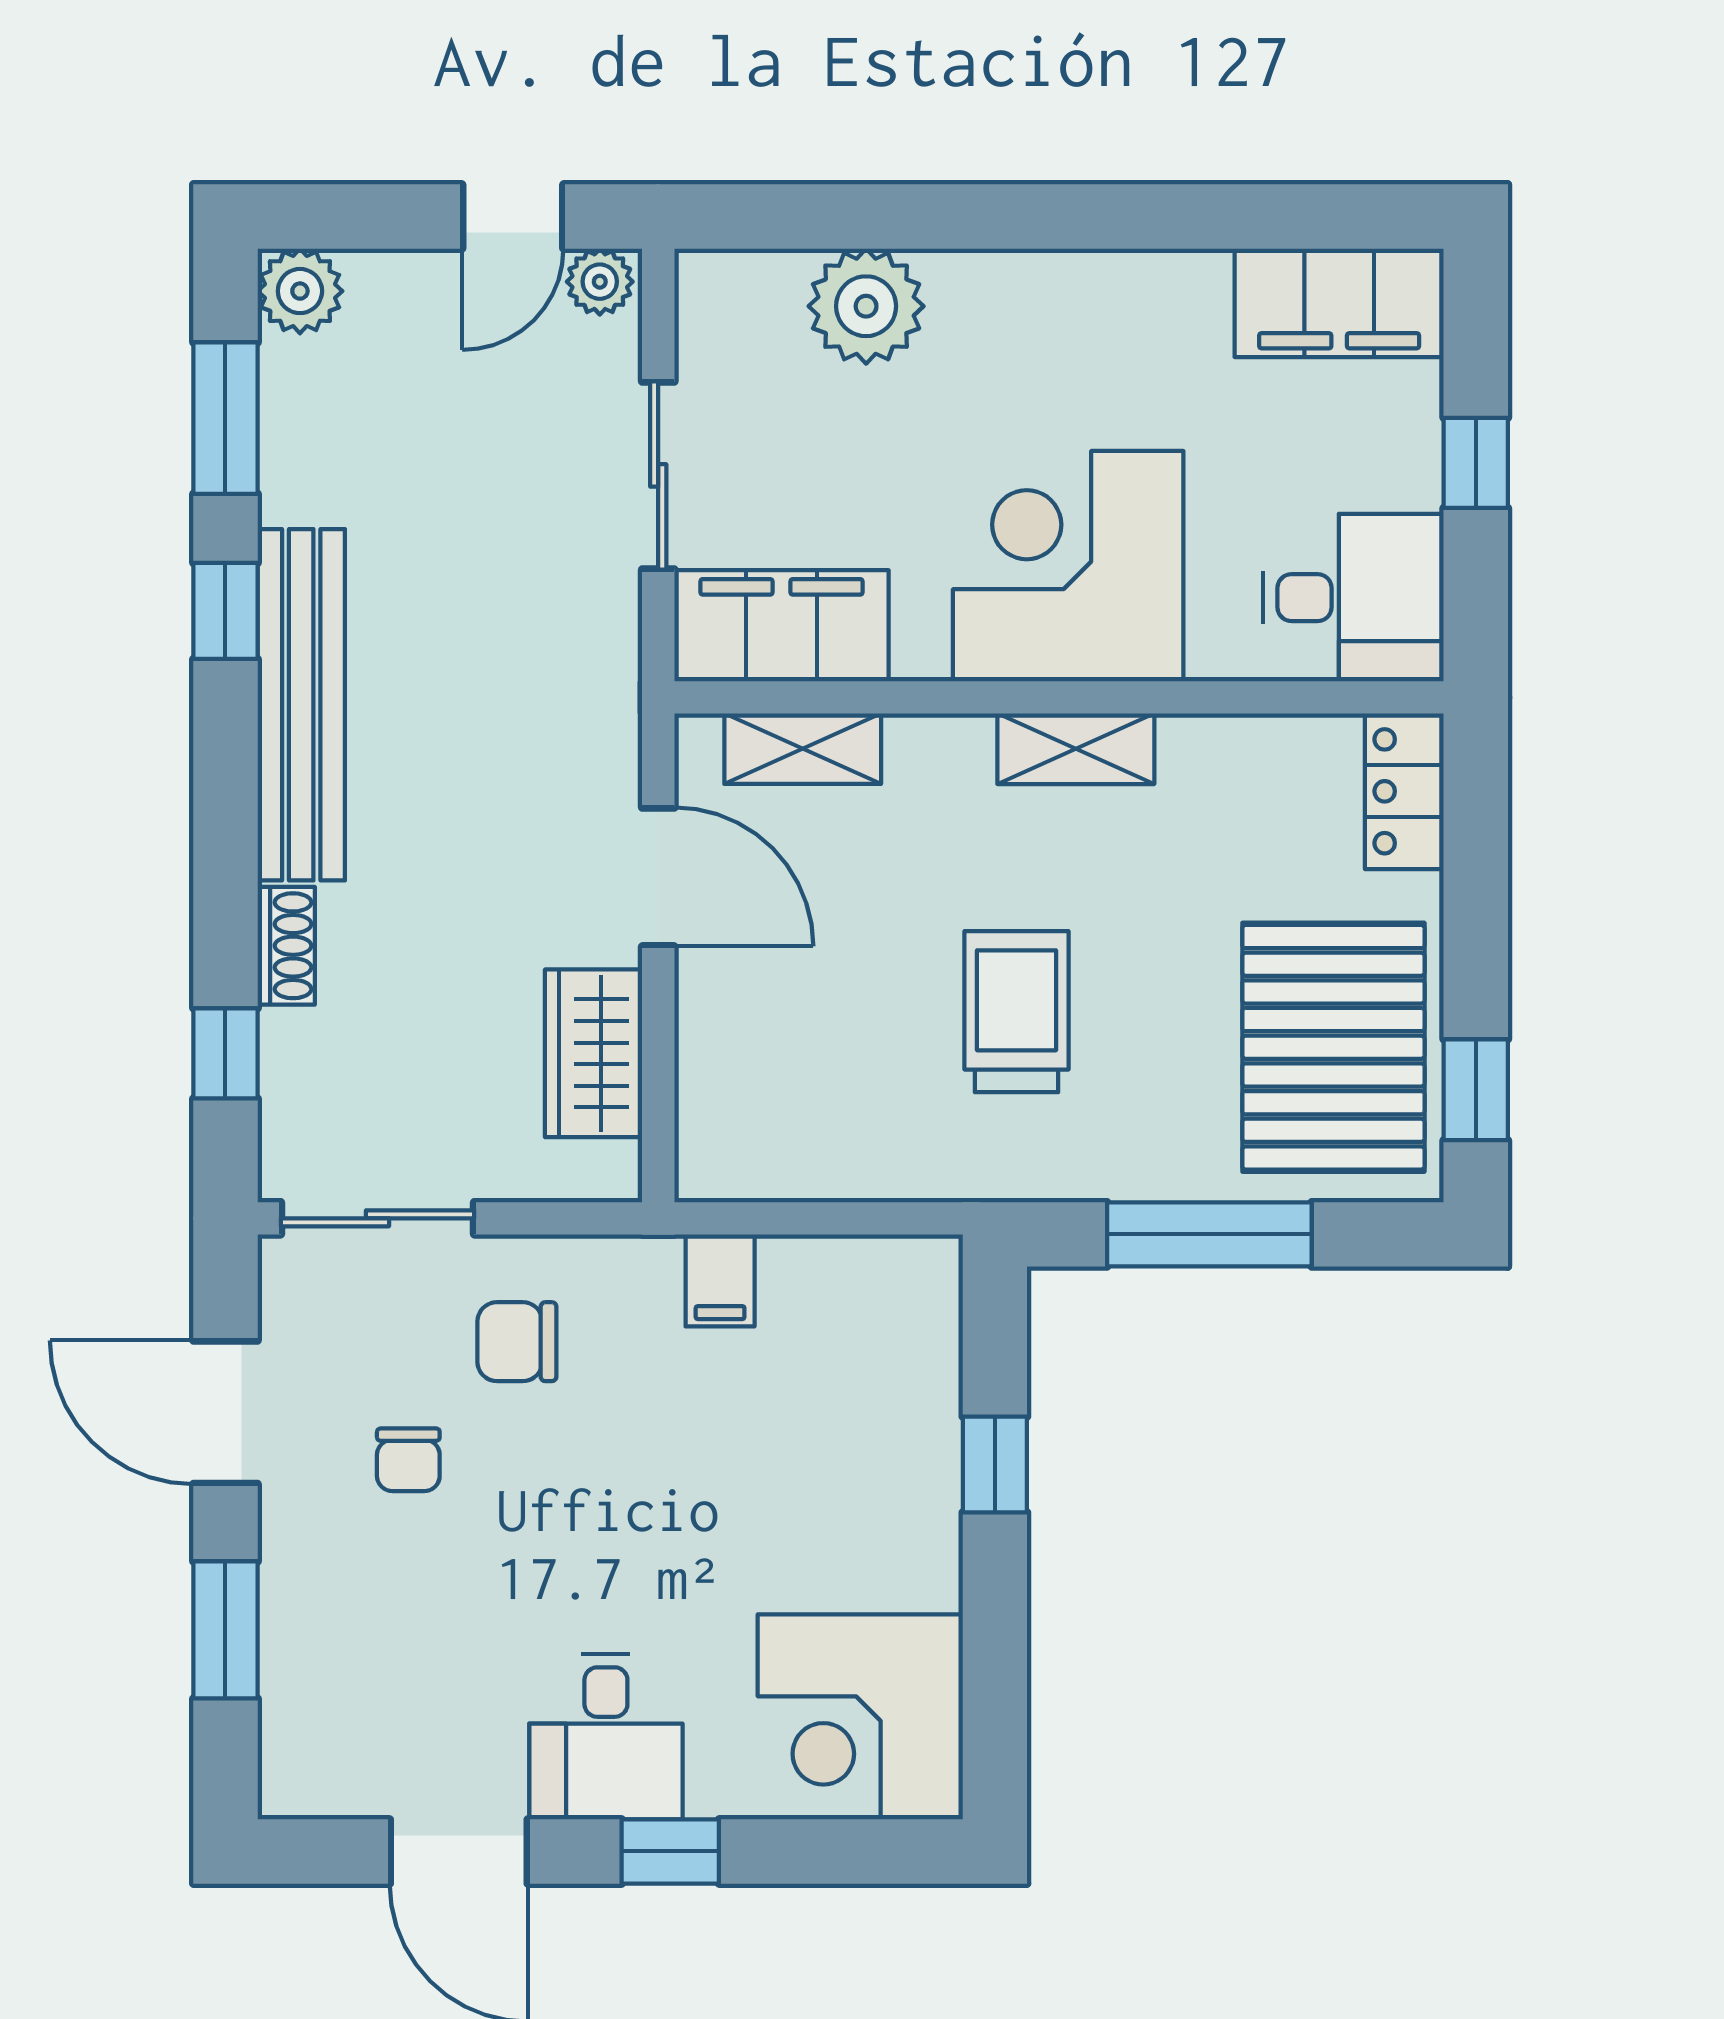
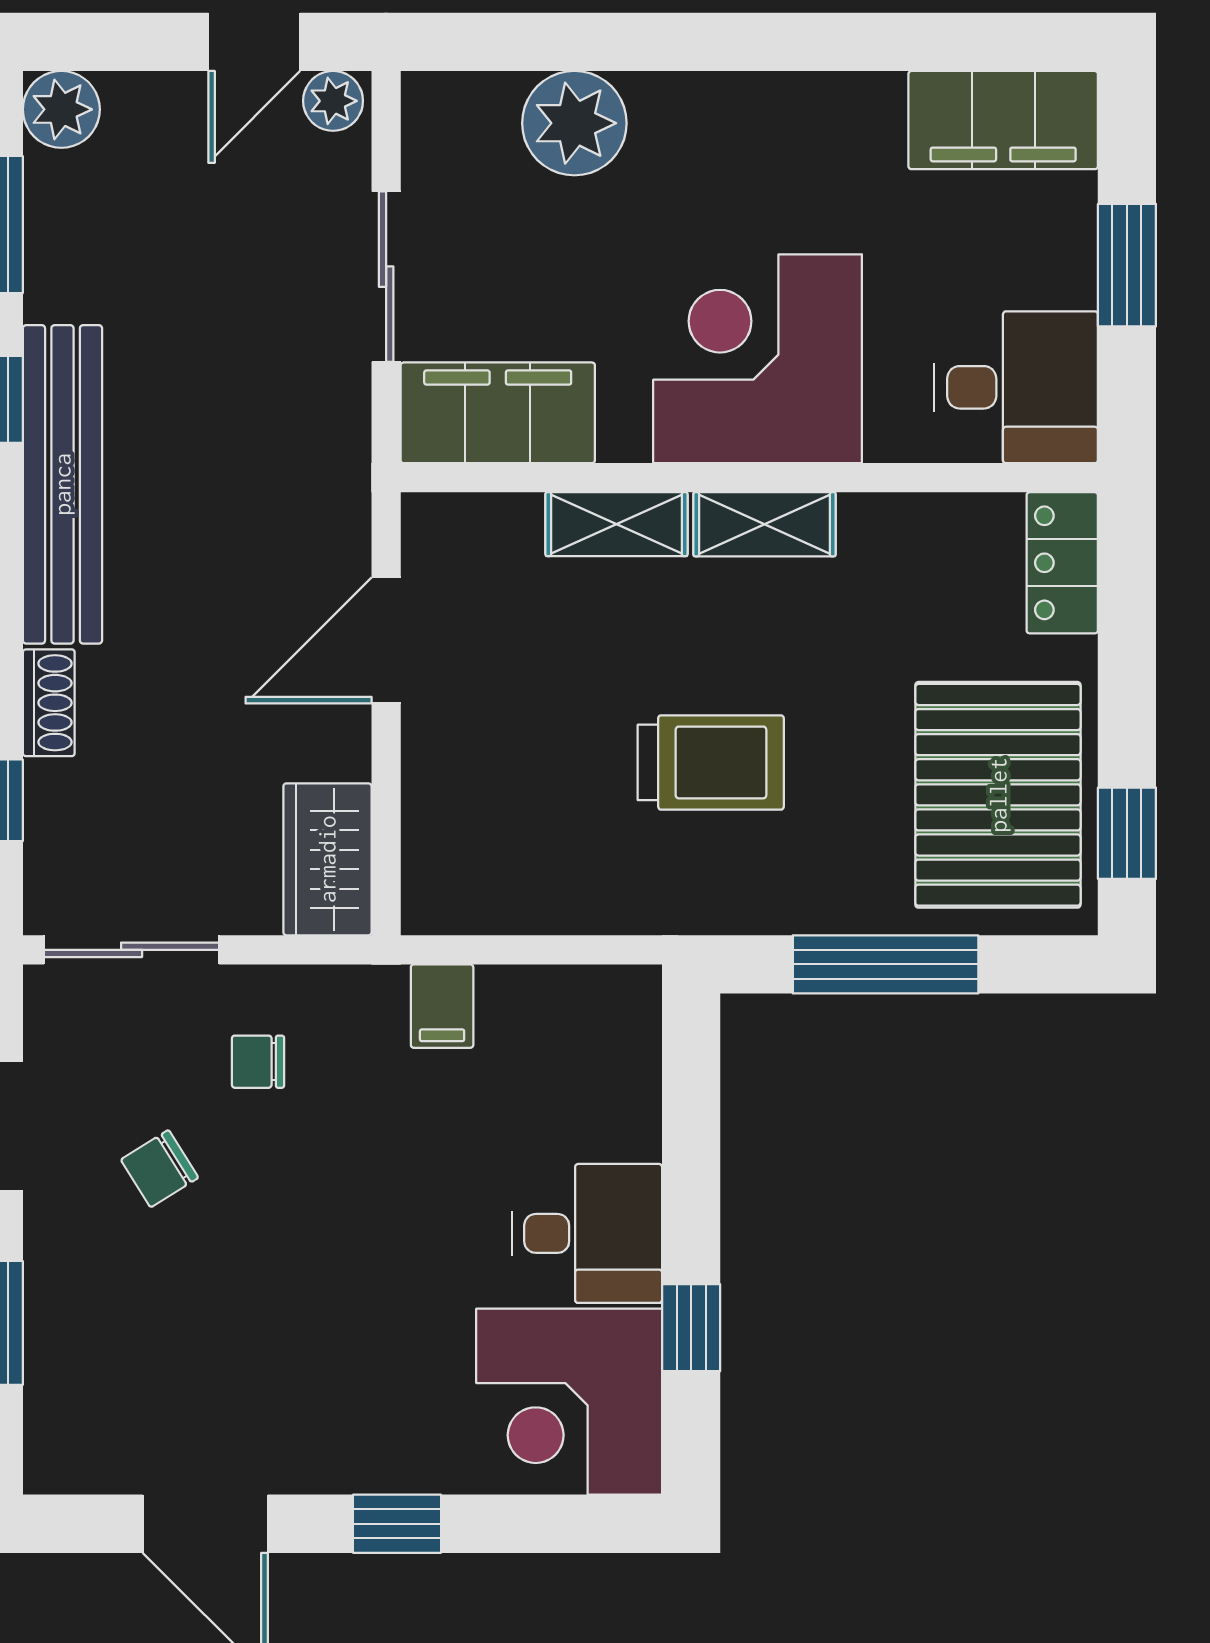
window: (1476, 463) -> (1127, 265), width x1.50
shelving: (803, 749) -> (616, 524), moved
door: (658, 877) -> (386, 640), swing flipped
trolley: (1017, 1012) -> (711, 762), turned 90
wardrobe: (594, 1053) -> (327, 859), moved
chair: (517, 1342) -> (258, 1062), width x0.73, depth x0.73
chair: (408, 1460) -> (160, 1169), turned 58
window: (995, 1464) -> (691, 1328), moved
desk: (606, 1737) -> (587, 1233), moved, turned -90

